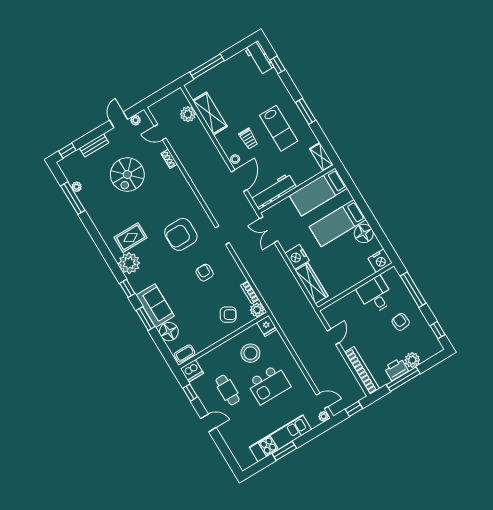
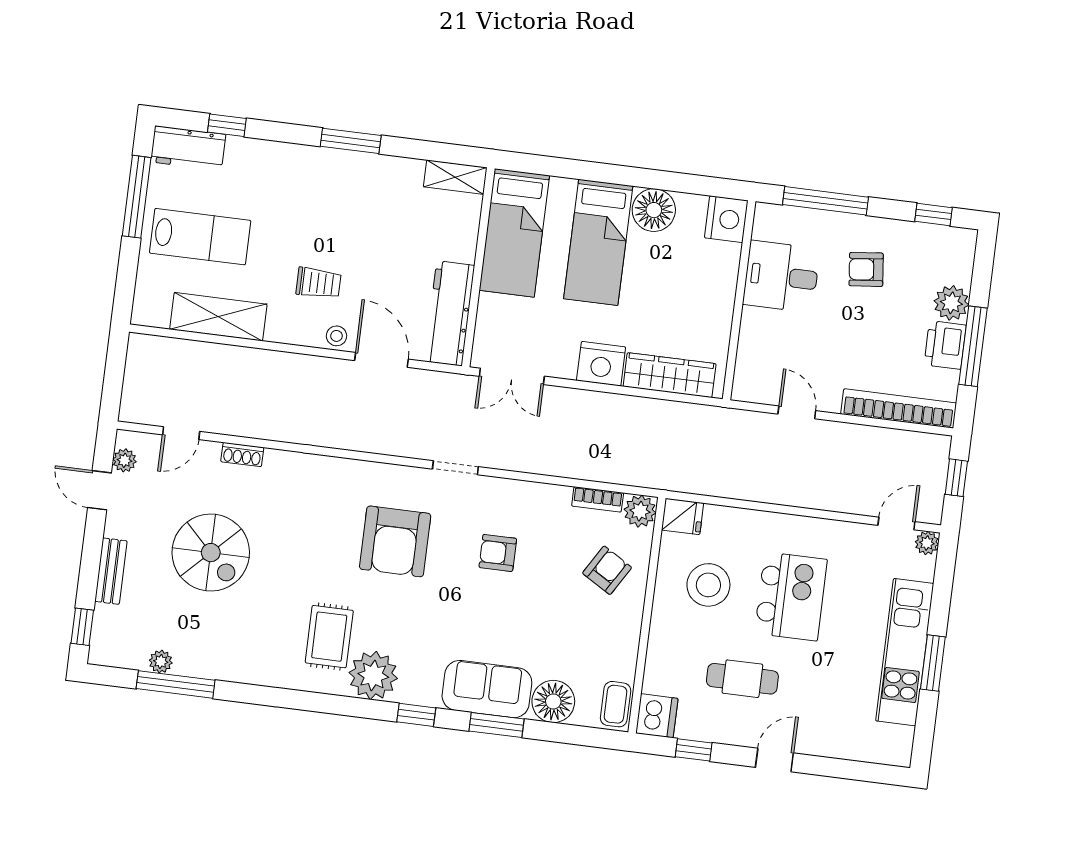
window: (207, 66) -> (137, 197), moved
plant: (188, 114) -> (188, 357), removed
lab bench: (279, 128) -> (200, 237), moved

